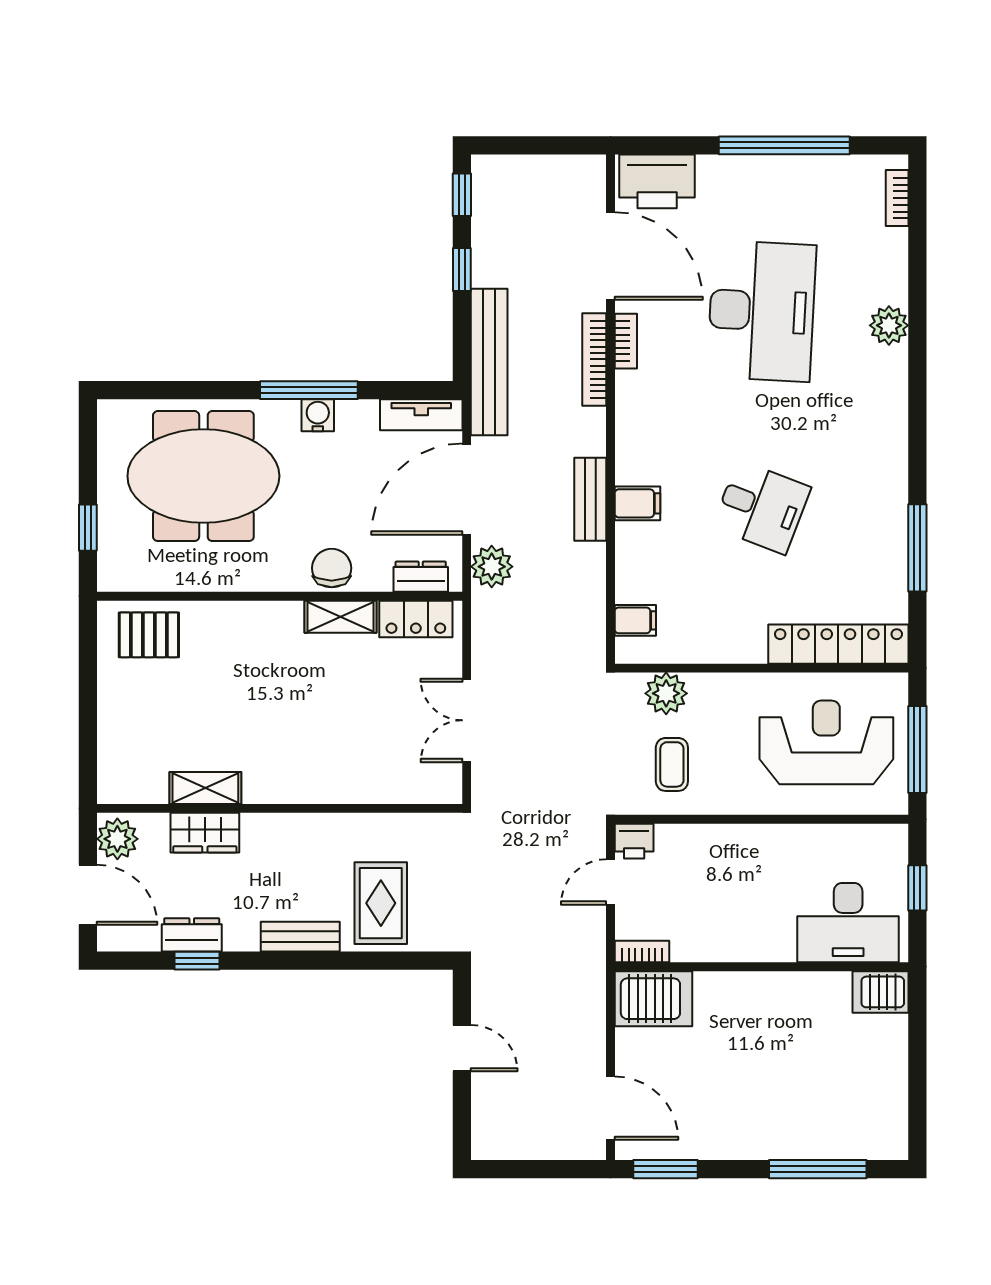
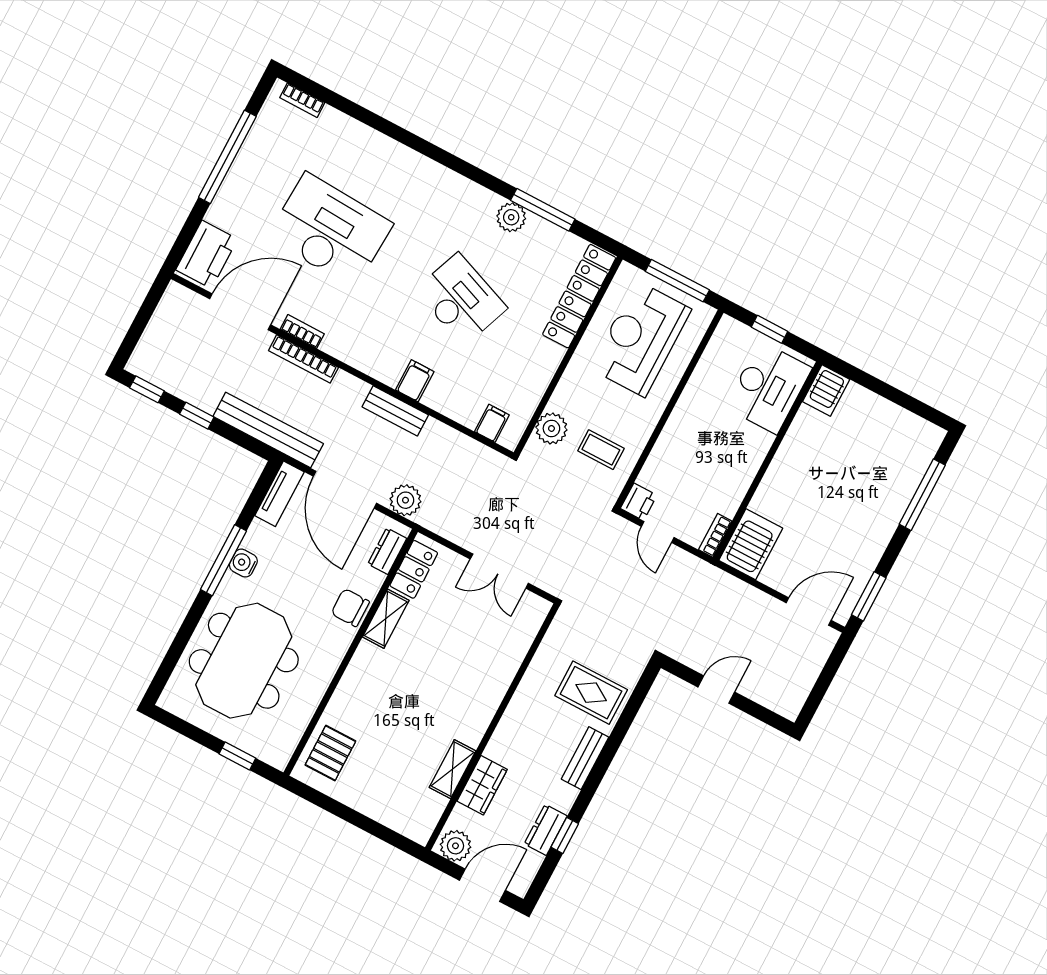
plant: (889, 325) -> (511, 217), moved
desk: (762, 507) -> (461, 299), width x1.37

